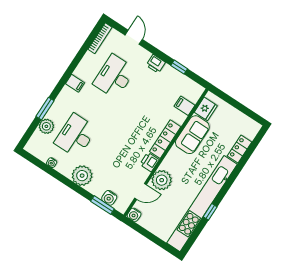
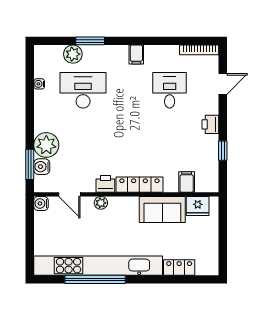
desk: (114, 76) -> (170, 90), width x0.73
plant: (82, 176) -> (46, 145), moved
plant: (162, 180) -> (101, 203), width x0.53, depth x0.53
window: (210, 212) -> (95, 279), width x3.17

